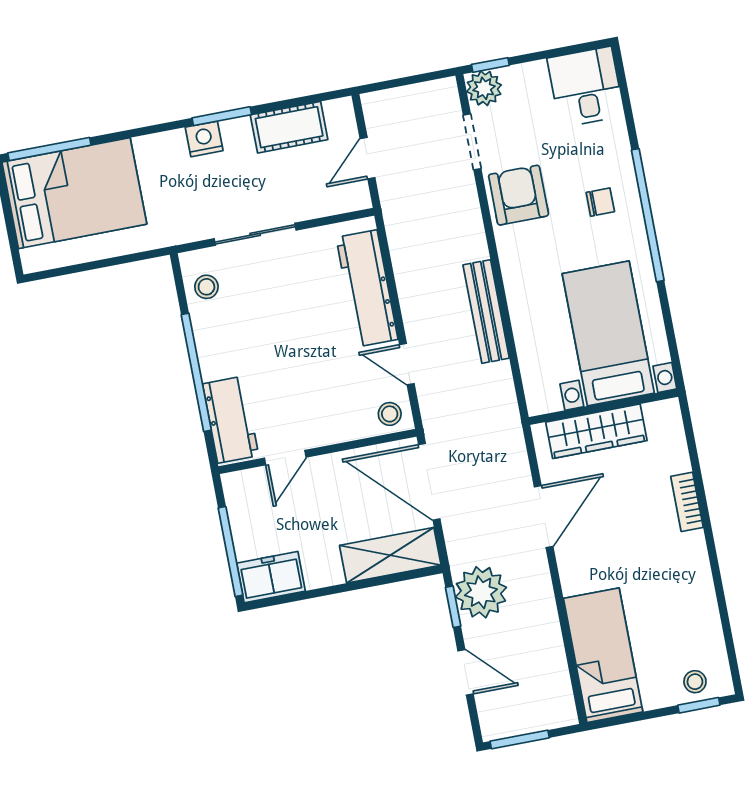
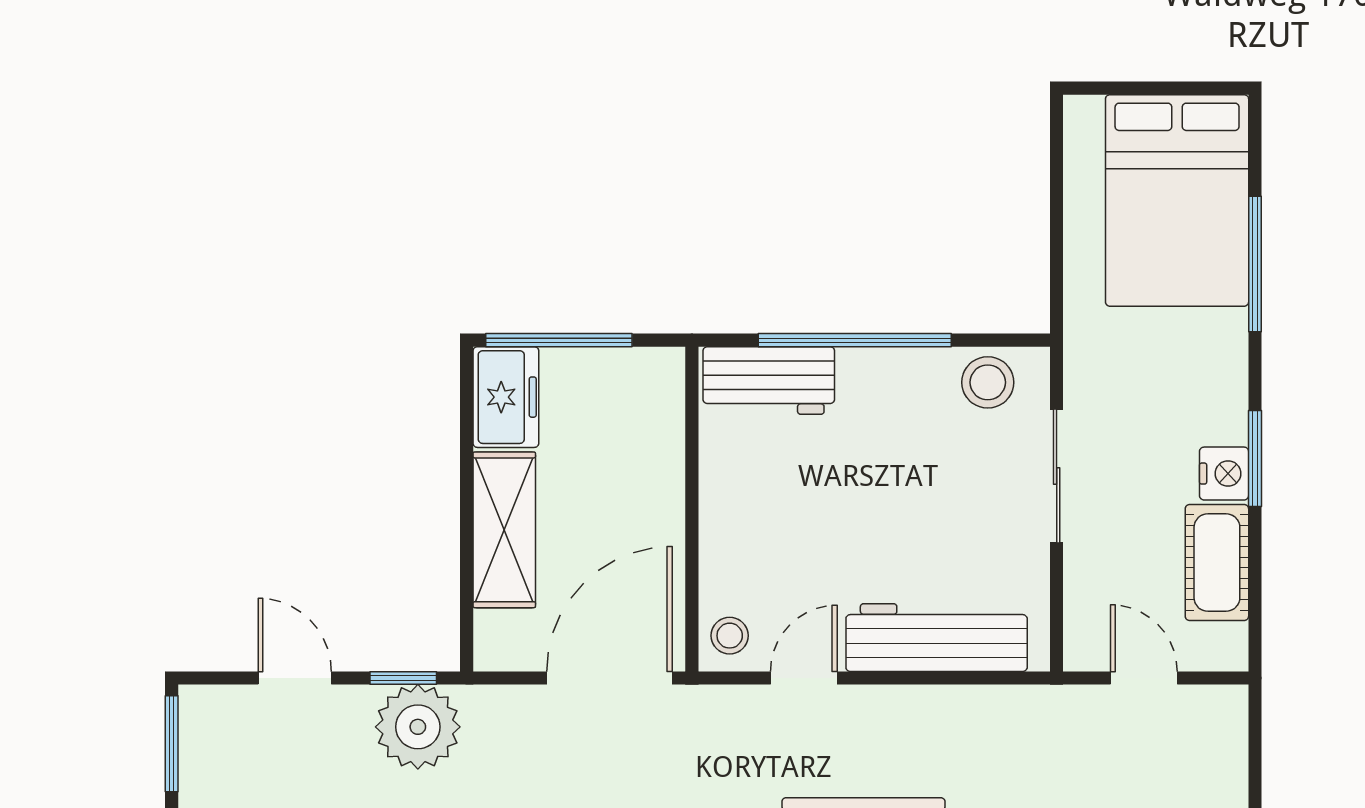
nightstand: (204, 139) -> (1224, 474), moved
window: (49, 149) -> (1255, 264), moved
stool: (206, 287) -> (988, 382), width x1.37, depth x1.37
door: (285, 458) -> (692, 456), removed
shelving: (390, 555) -> (504, 530), moved
door: (466, 672) -> (295, 678), swing flipped

